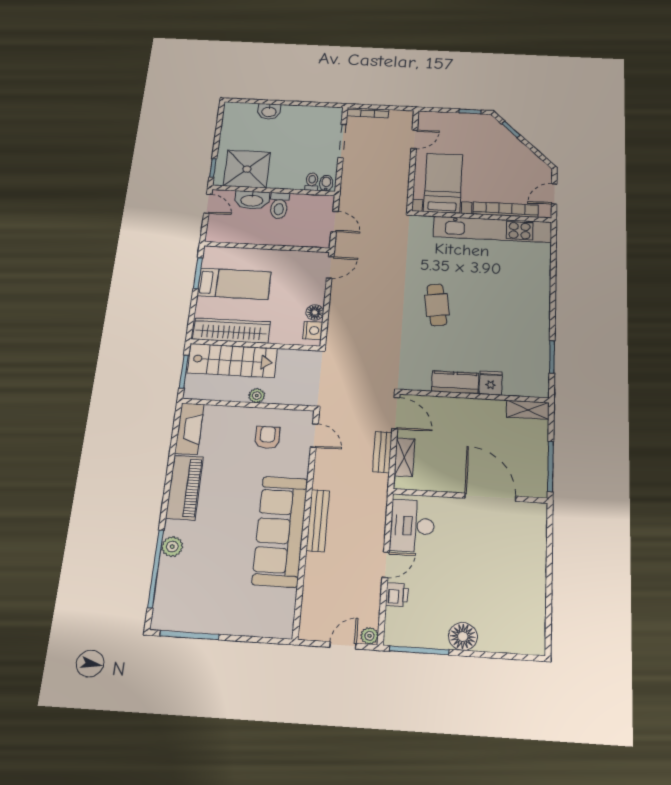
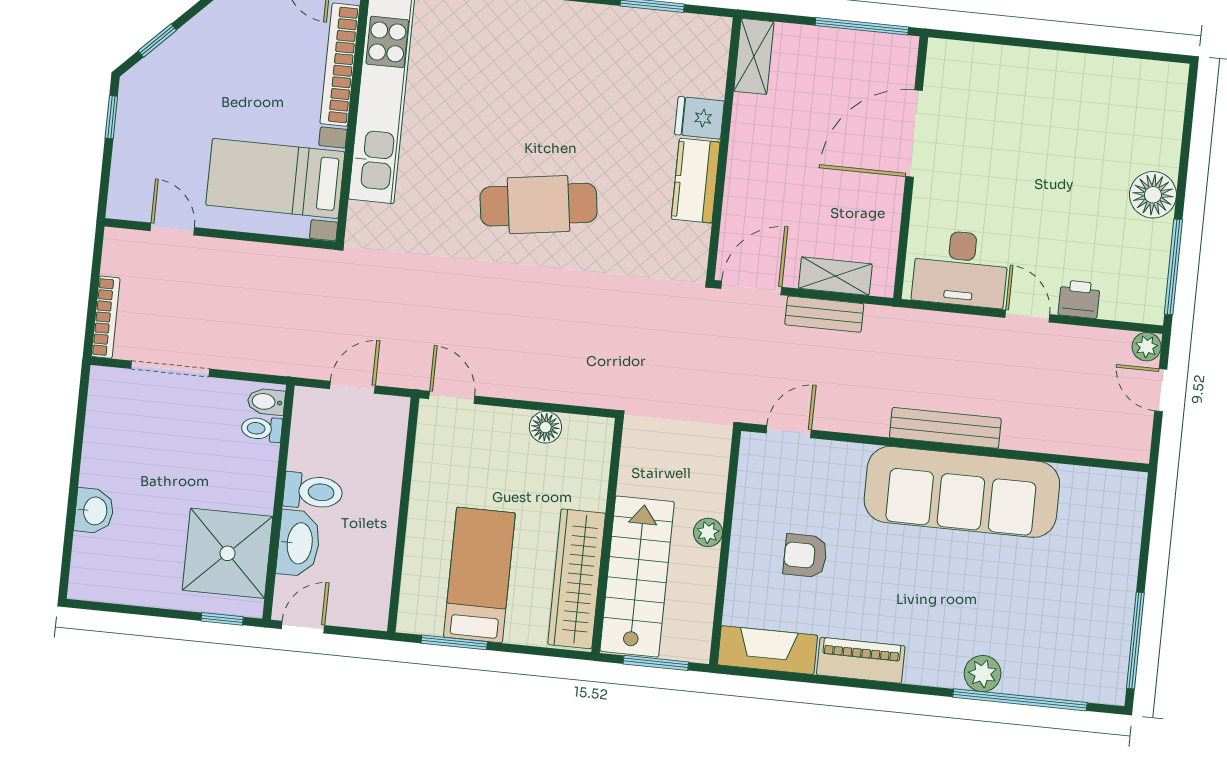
cafe table: (437, 305) -> (539, 205), width x1.37, depth x1.35
nightstand: (313, 331) -> (582, 432), removed
armchair: (267, 437) -> (805, 556), moved
piano: (184, 487) -> (861, 660), width x0.73, depth x0.75

